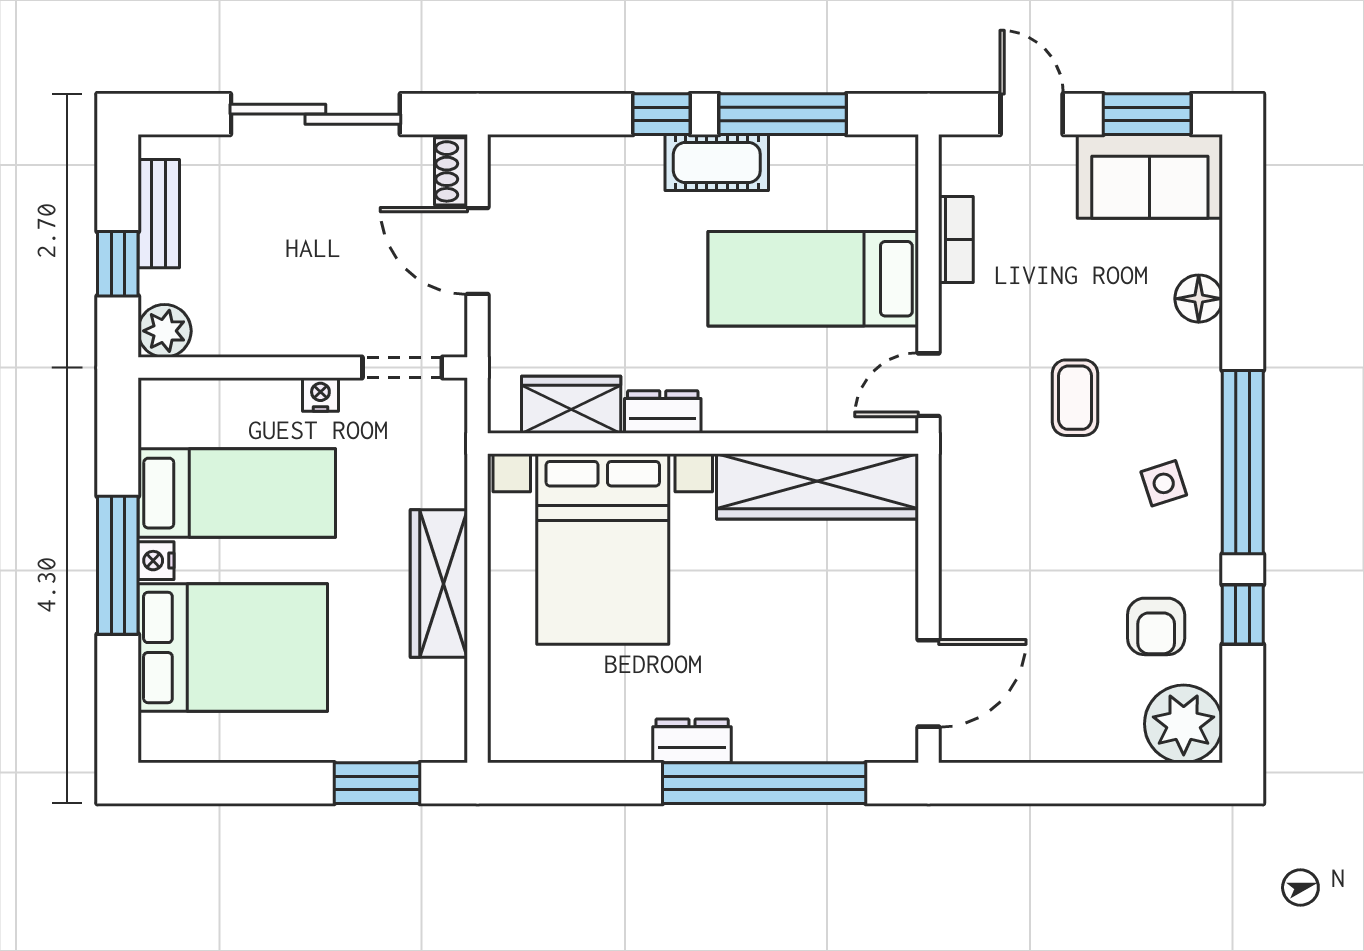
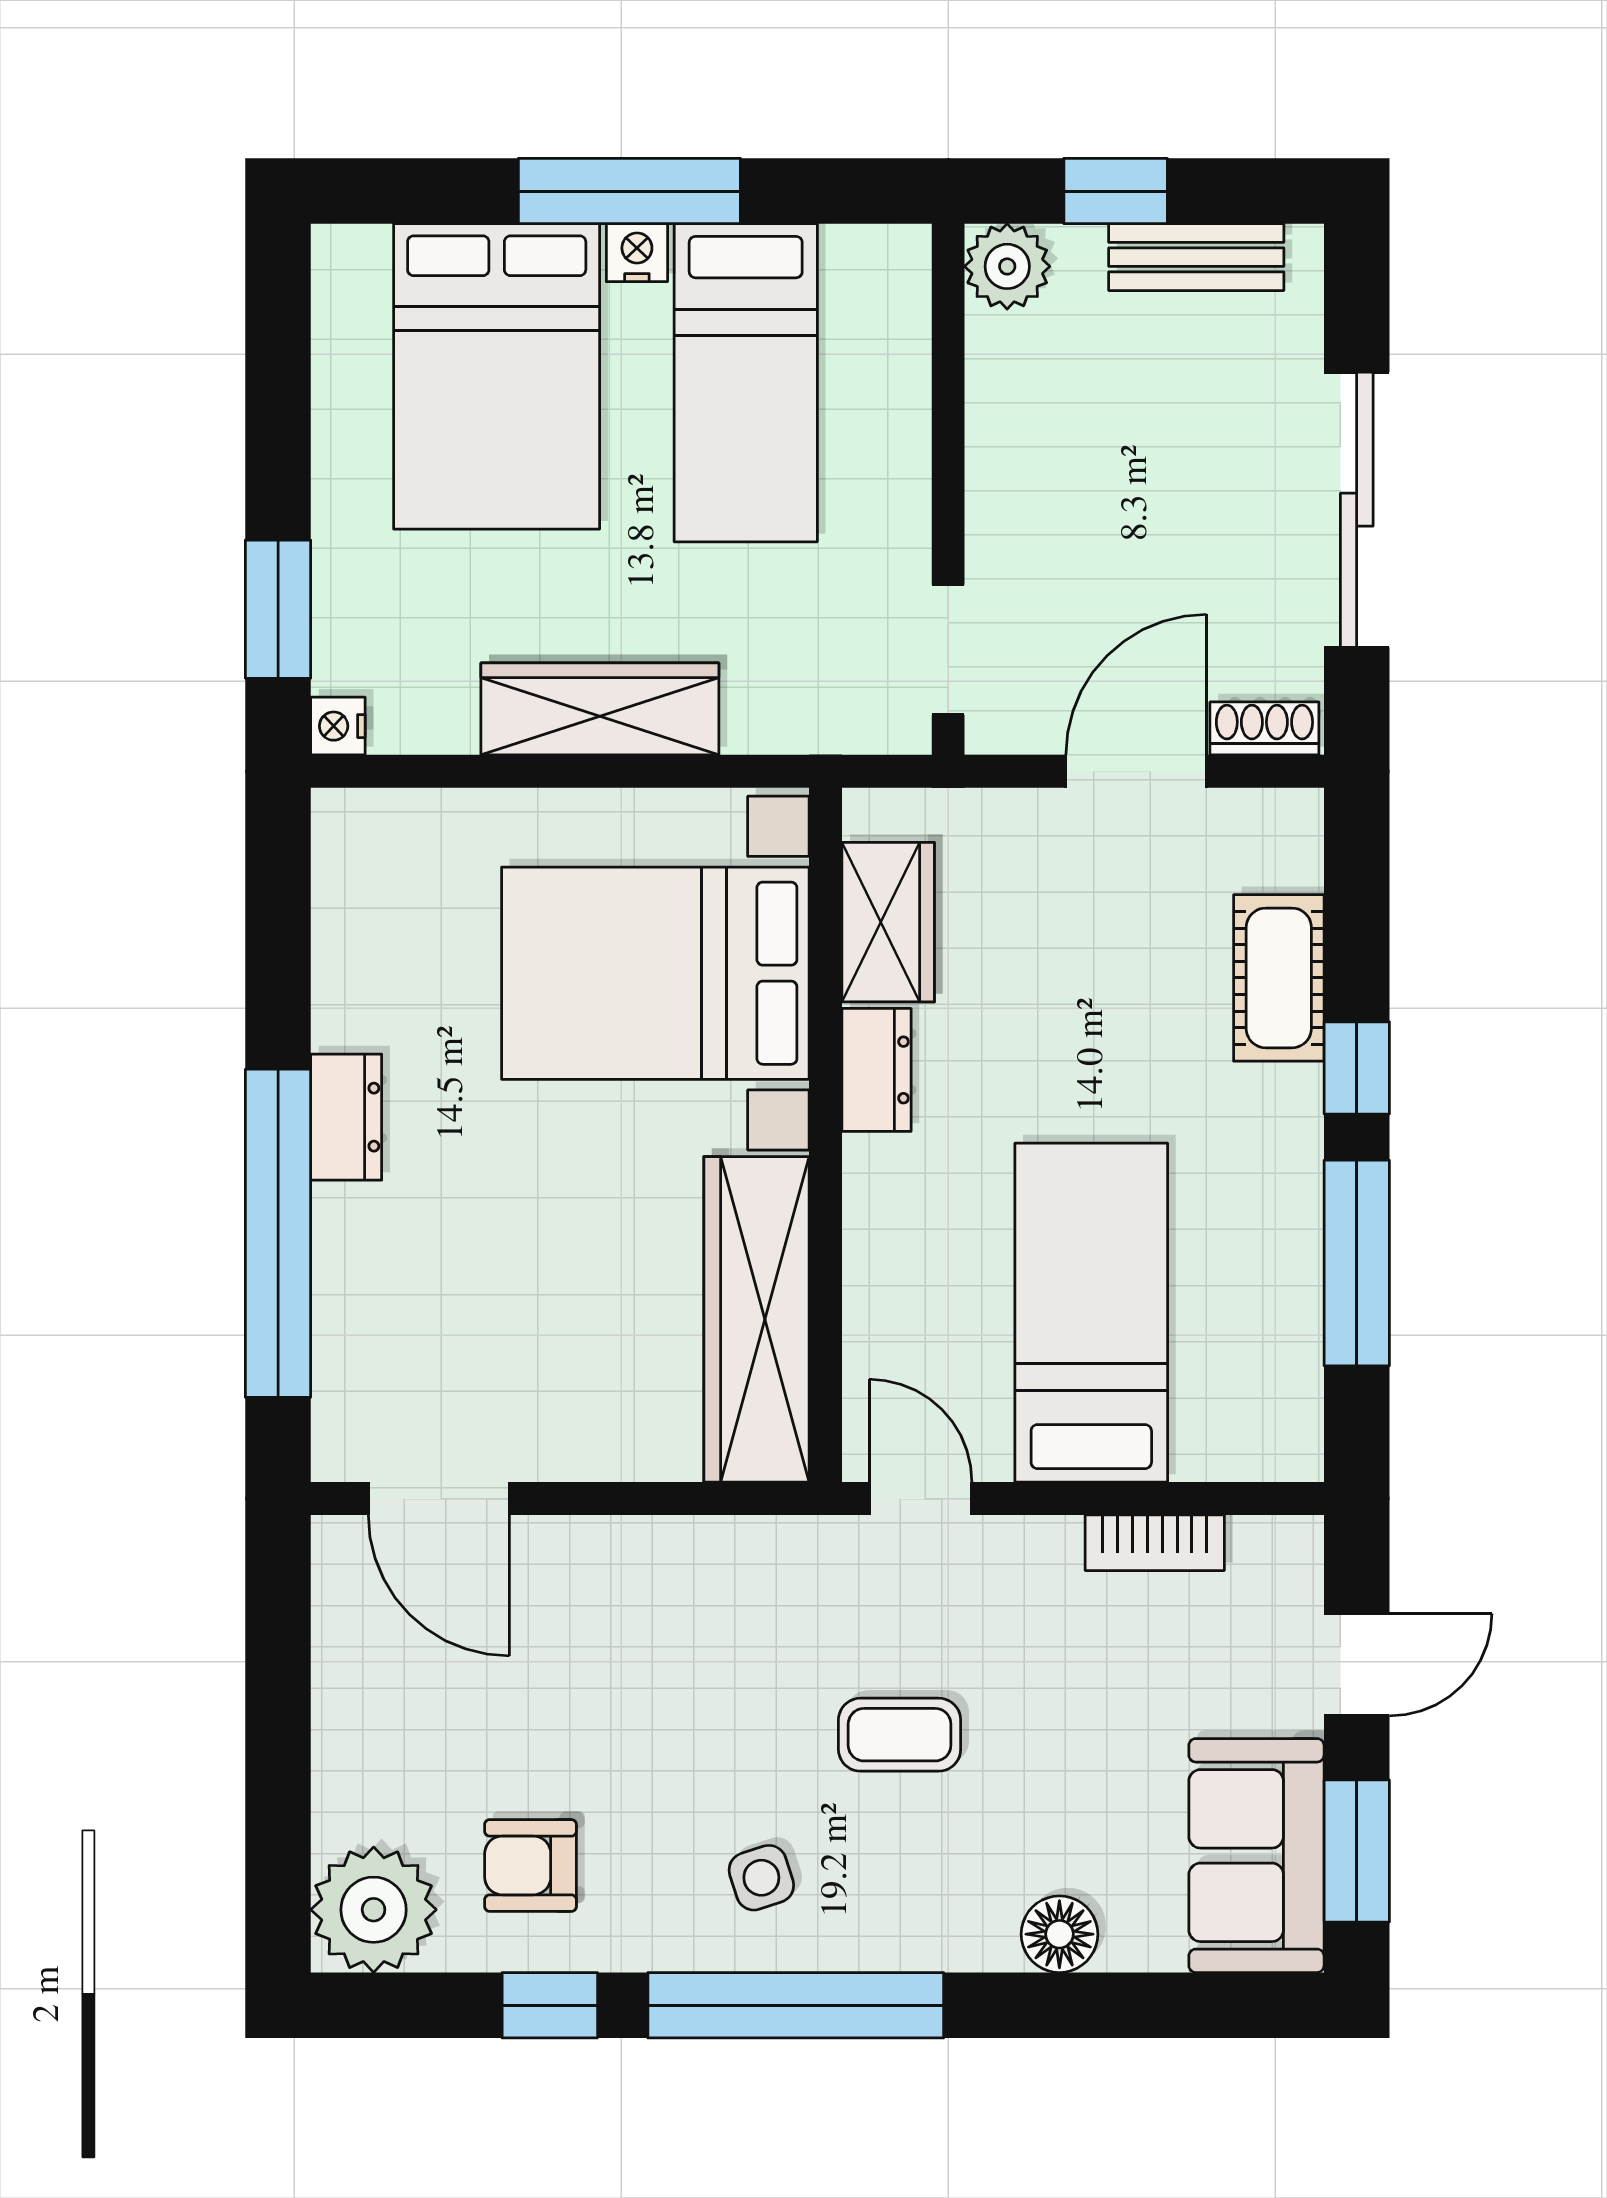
cot: (717, 163) -> (1279, 978), moved
nightstand: (320, 395) -> (338, 726), moved, turned 180

